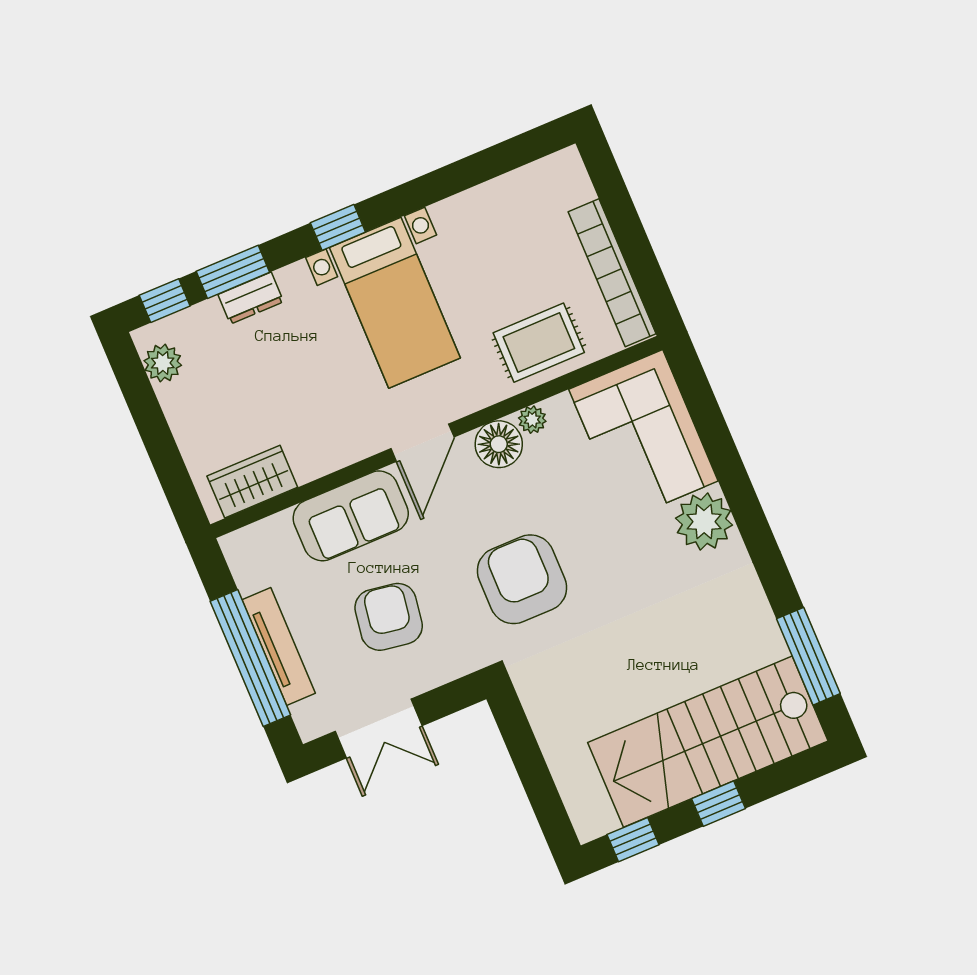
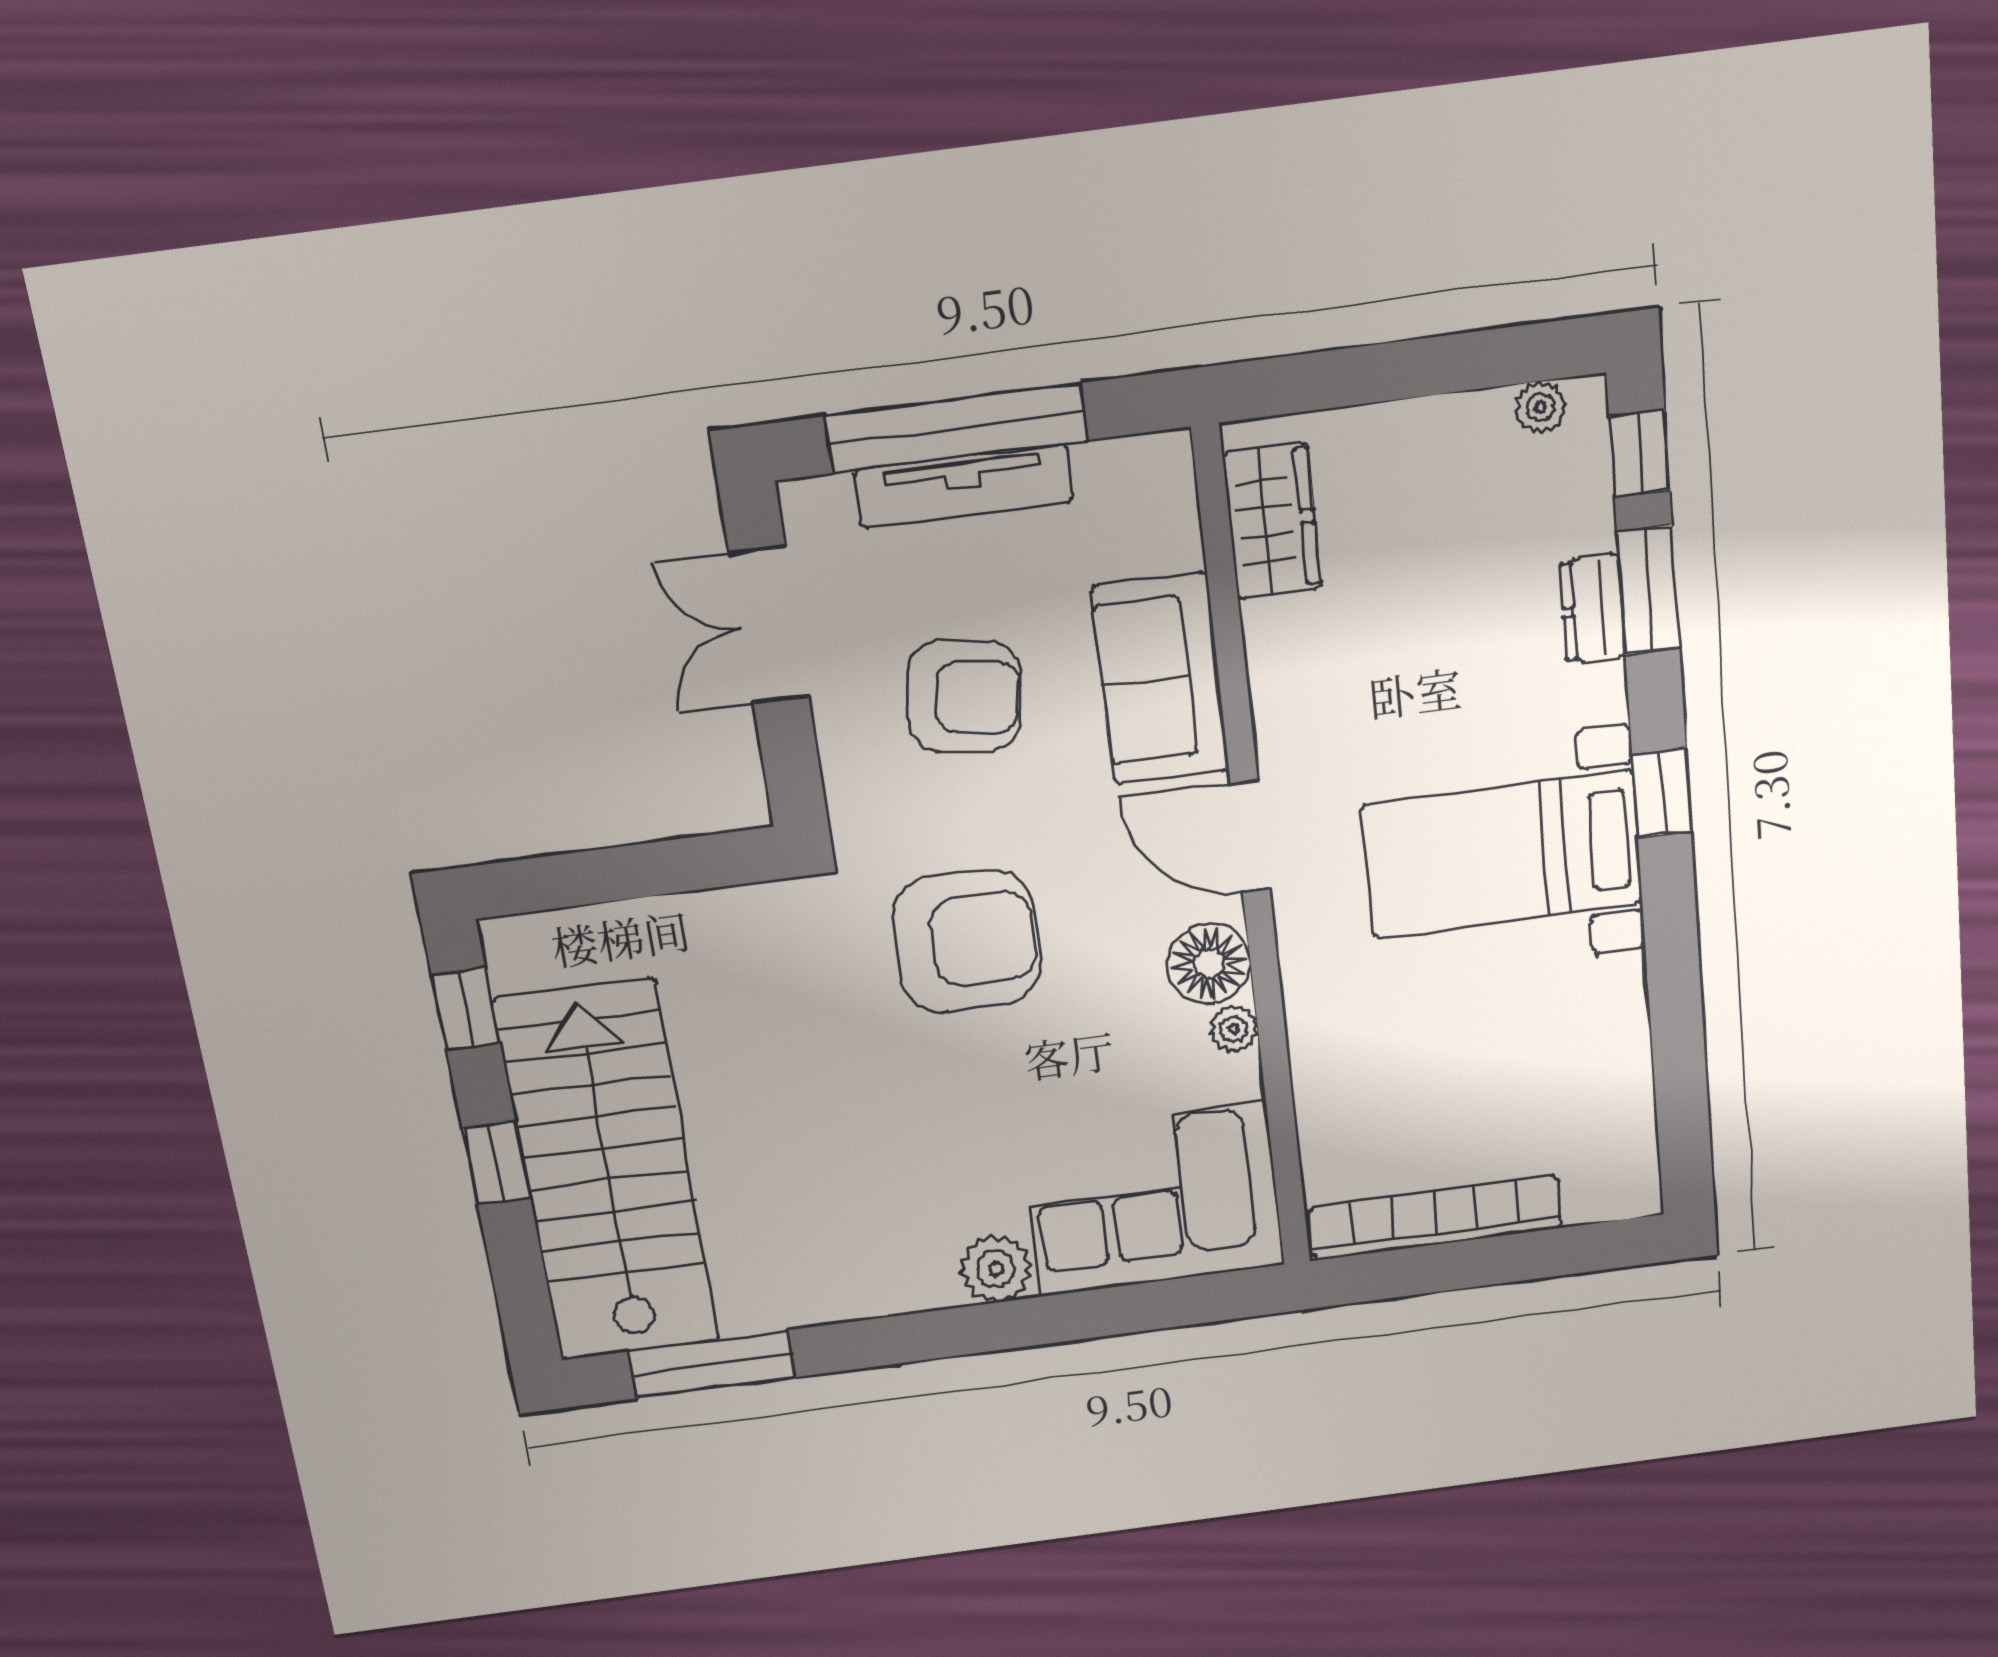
rug: (539, 343) -> (1359, 1073), removed
plant: (163, 363) -> (1541, 407), width x0.73, depth x0.73
plant: (704, 522) -> (996, 1269), width x0.73, depth x0.73

